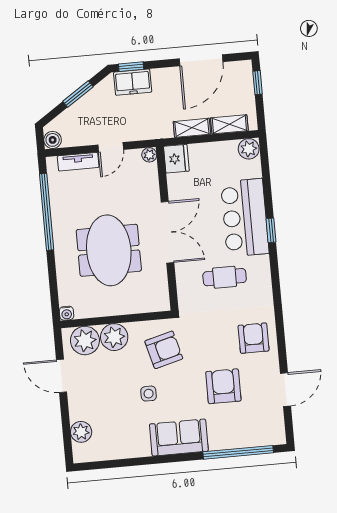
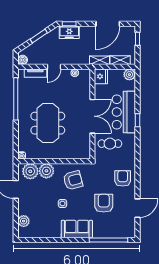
fridge: (176, 159) -> (101, 76), moved
wall: (167, 228) -> (92, 114), moved
double door: (167, 232) -> (92, 116), moved

